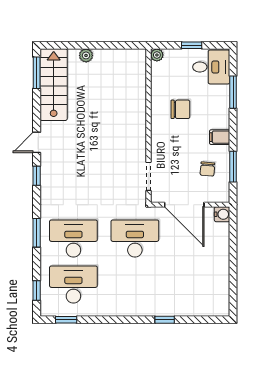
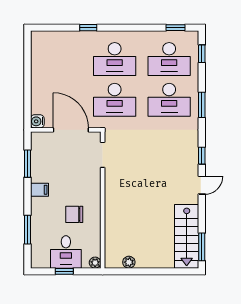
plant: (86, 55) -> (129, 262), moved
desk: (211, 67) -> (66, 252), moved, turned -90
chair: (207, 169) -> (50, 161), removed
desk: (135, 285) -> (115, 59), added

